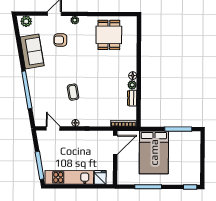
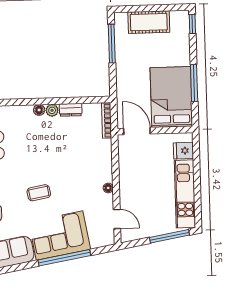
corner sofa: (43, 87) -> (60, 236), added
coffee table: (73, 92) -> (39, 193), moved
door: (53, 128) -> (117, 219), swing flipped
bed: (154, 152) -> (171, 97), moved, turned -90
cot: (193, 156) -> (149, 22), added

